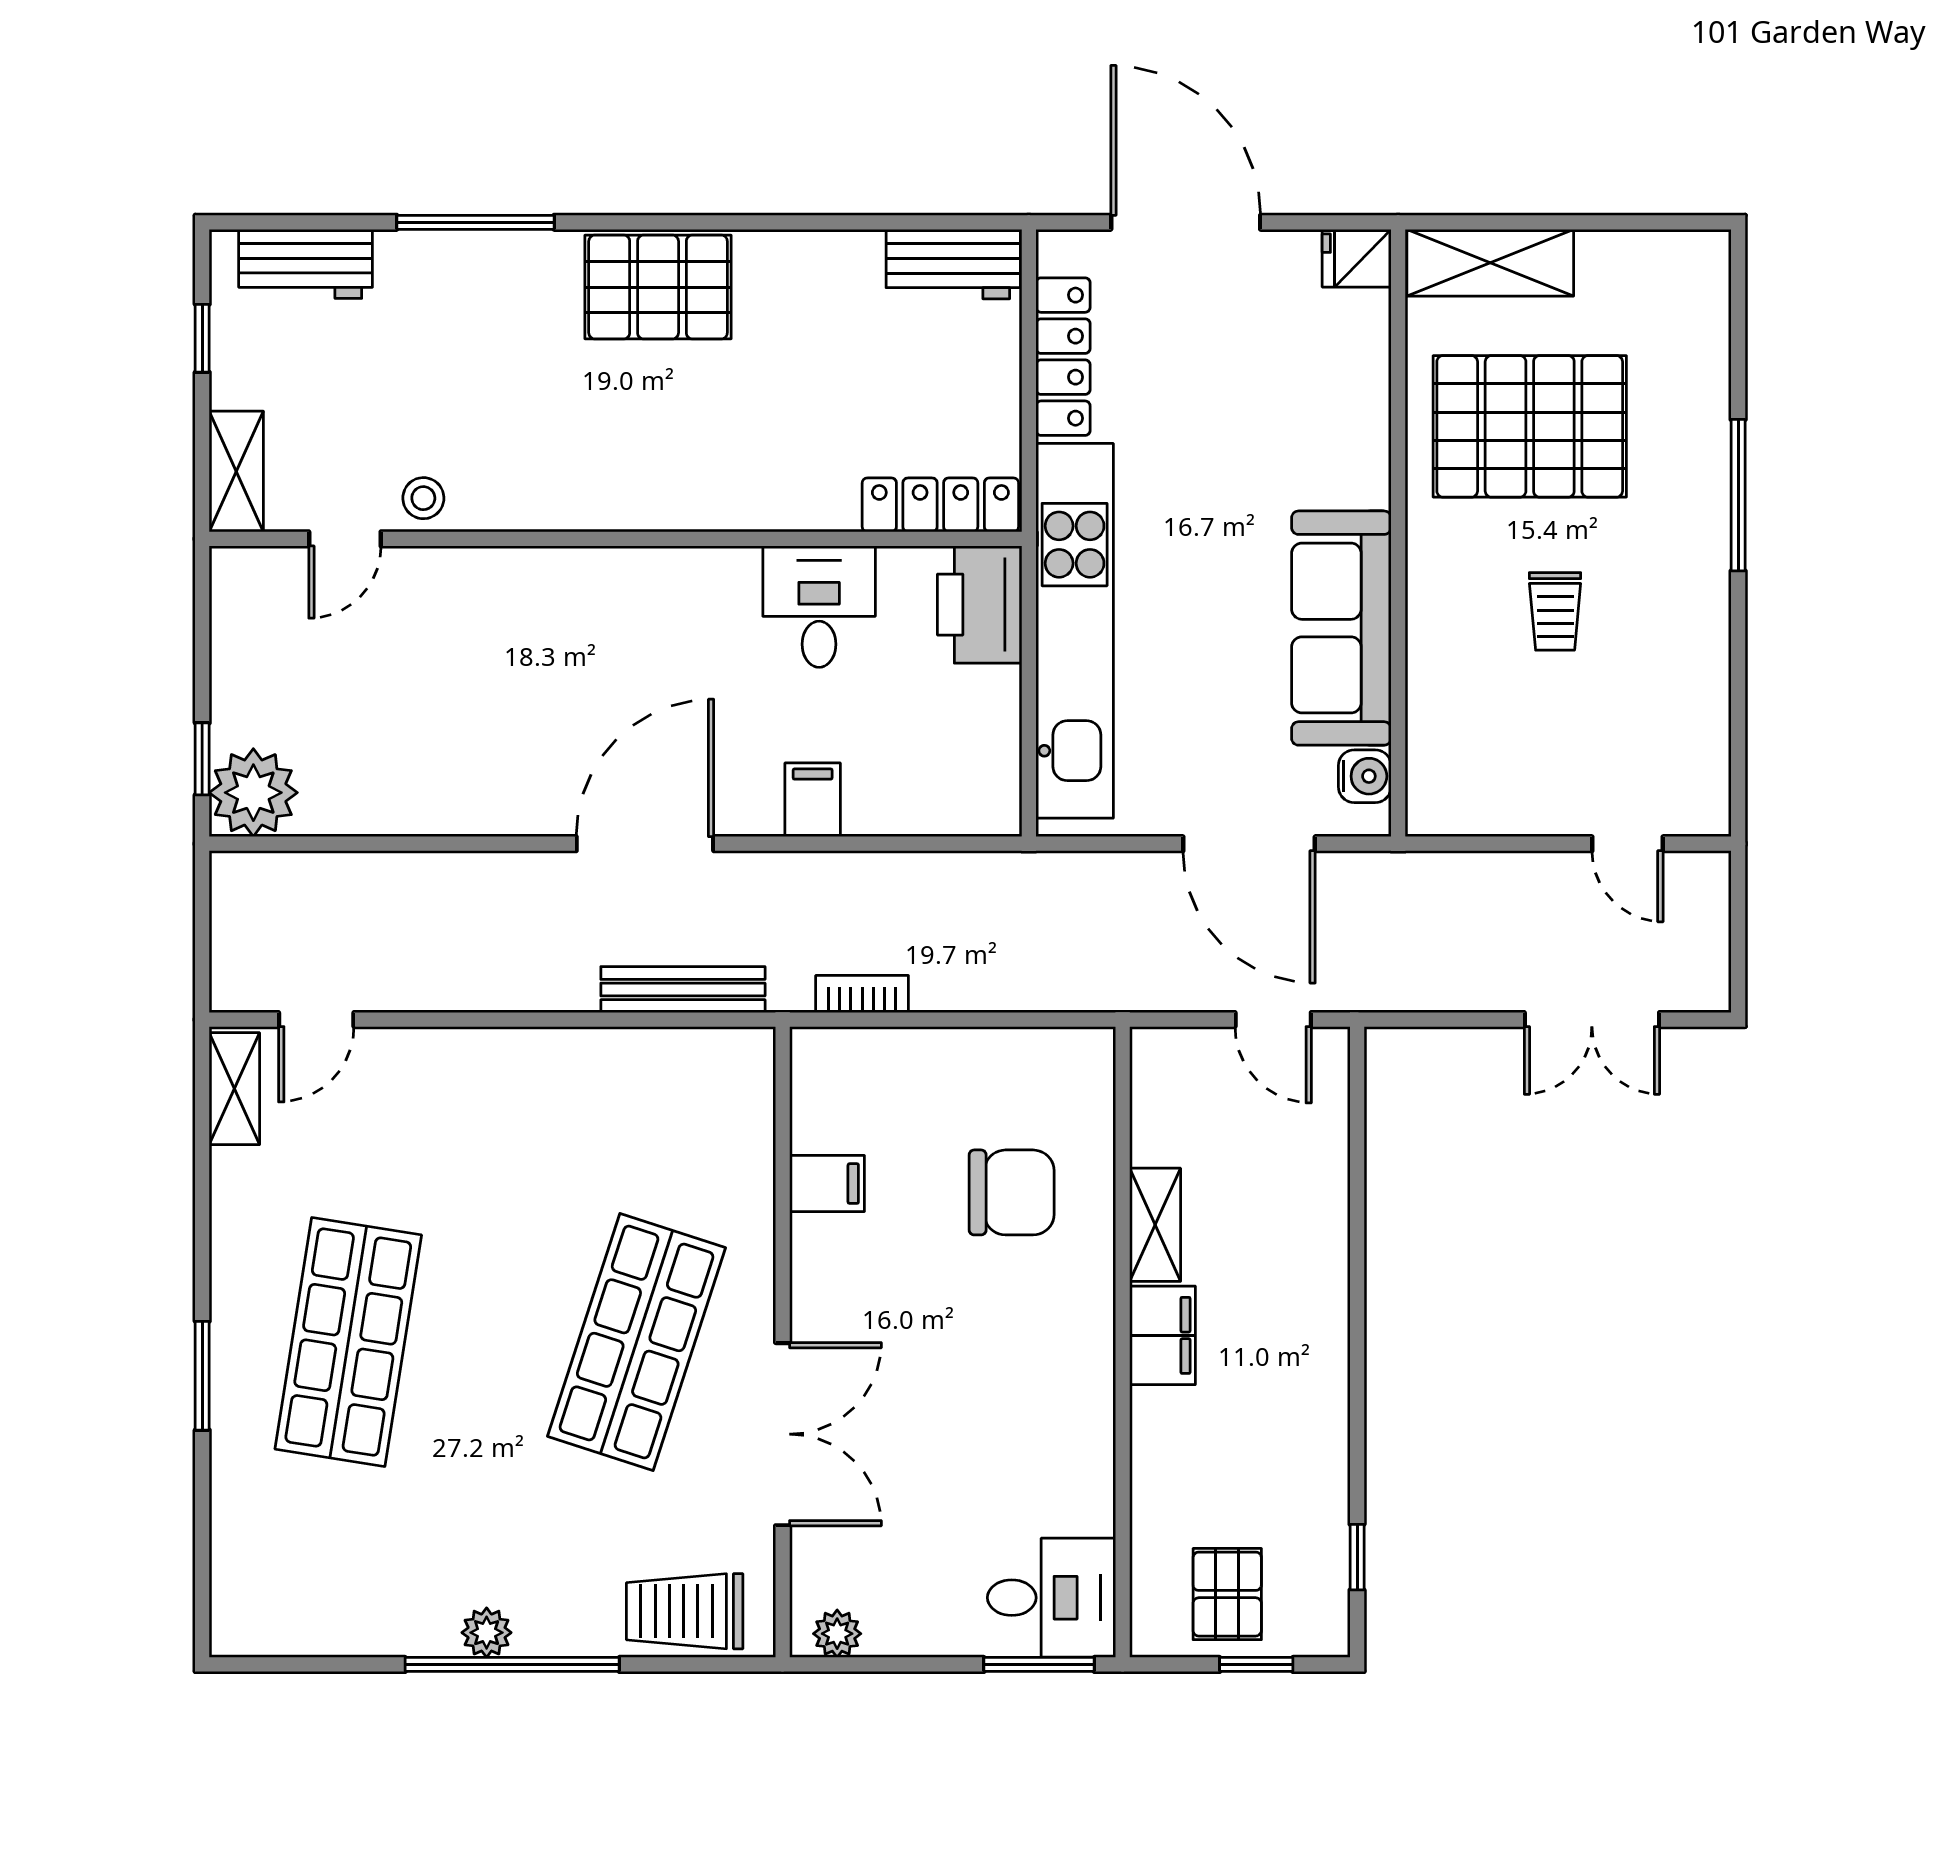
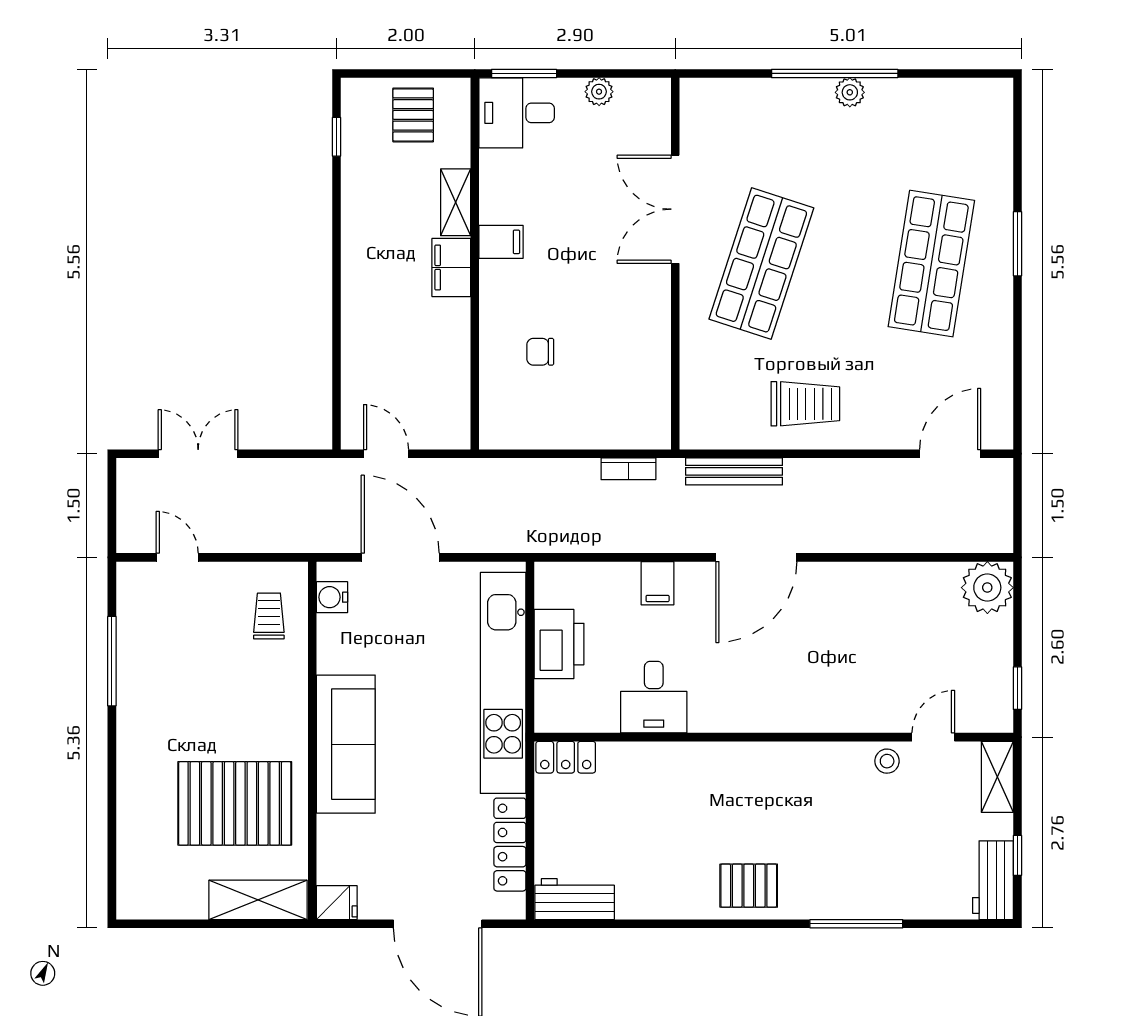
workbench: (306, 264) -> (993, 880), moved, turned -90
pallet: (658, 287) -> (749, 886), width x0.67, depth x0.71
window: (1738, 495) -> (112, 661), moved
locker: (940, 505) -> (566, 757), width x0.66
printer: (980, 605) -> (559, 644), moved
trolley: (1555, 611) -> (269, 616), moved
sofa: (1341, 628) -> (346, 744), moved
window: (202, 759) -> (1017, 688), moved
door: (316, 1020) -> (950, 454), width x1.37
shelving: (234, 1089) -> (998, 413), removed
filing cabinet: (827, 1184) -> (501, 242), moved, turned 180
chair: (1012, 1192) -> (540, 352), width x0.54, depth x0.54
shelving: (1155, 1225) -> (456, 202), moved
trolley: (685, 1611) -> (805, 404), moved
plant: (837, 1634) -> (599, 92), moved
window: (1256, 1664) -> (396, 73), removed

